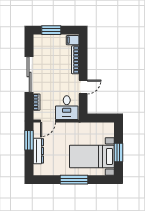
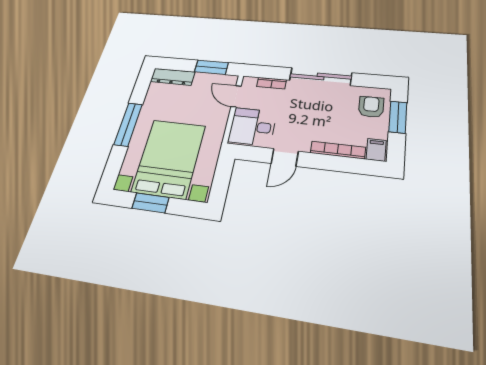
armchair: (46, 45) -> (371, 107), added
door: (83, 87) -> (285, 157), hinge flipped
dresser: (38, 151) -> (173, 77), moved
bed with nightstands: (92, 156) -> (169, 158), width x1.36

